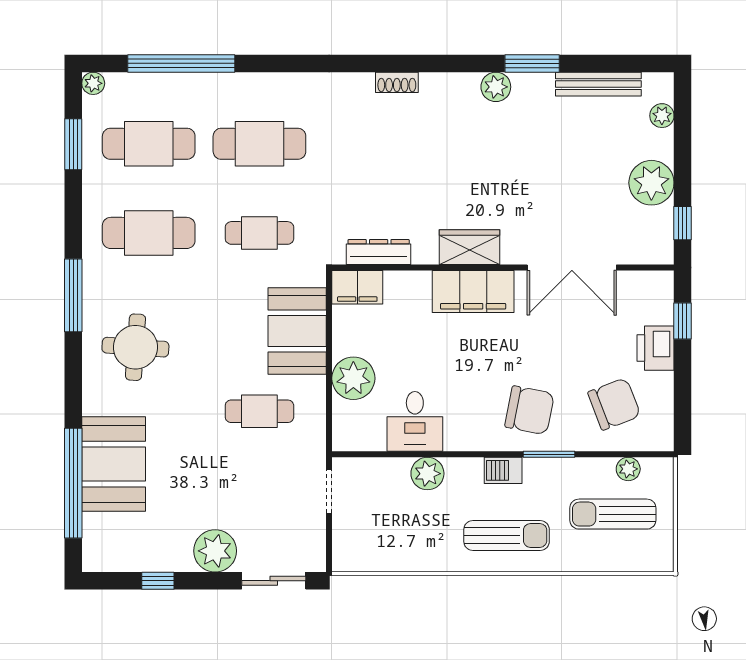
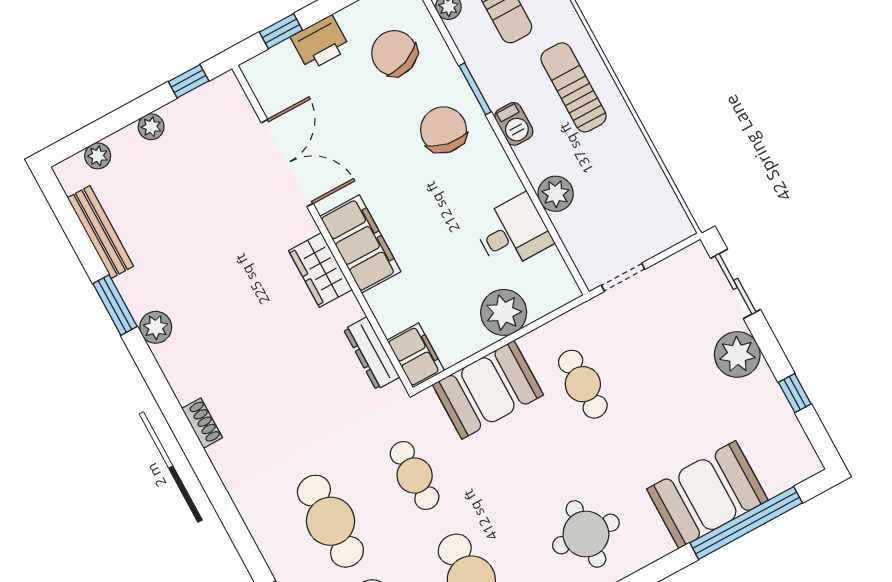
plant: (651, 183) -> (151, 127), width x0.53, depth x0.53

